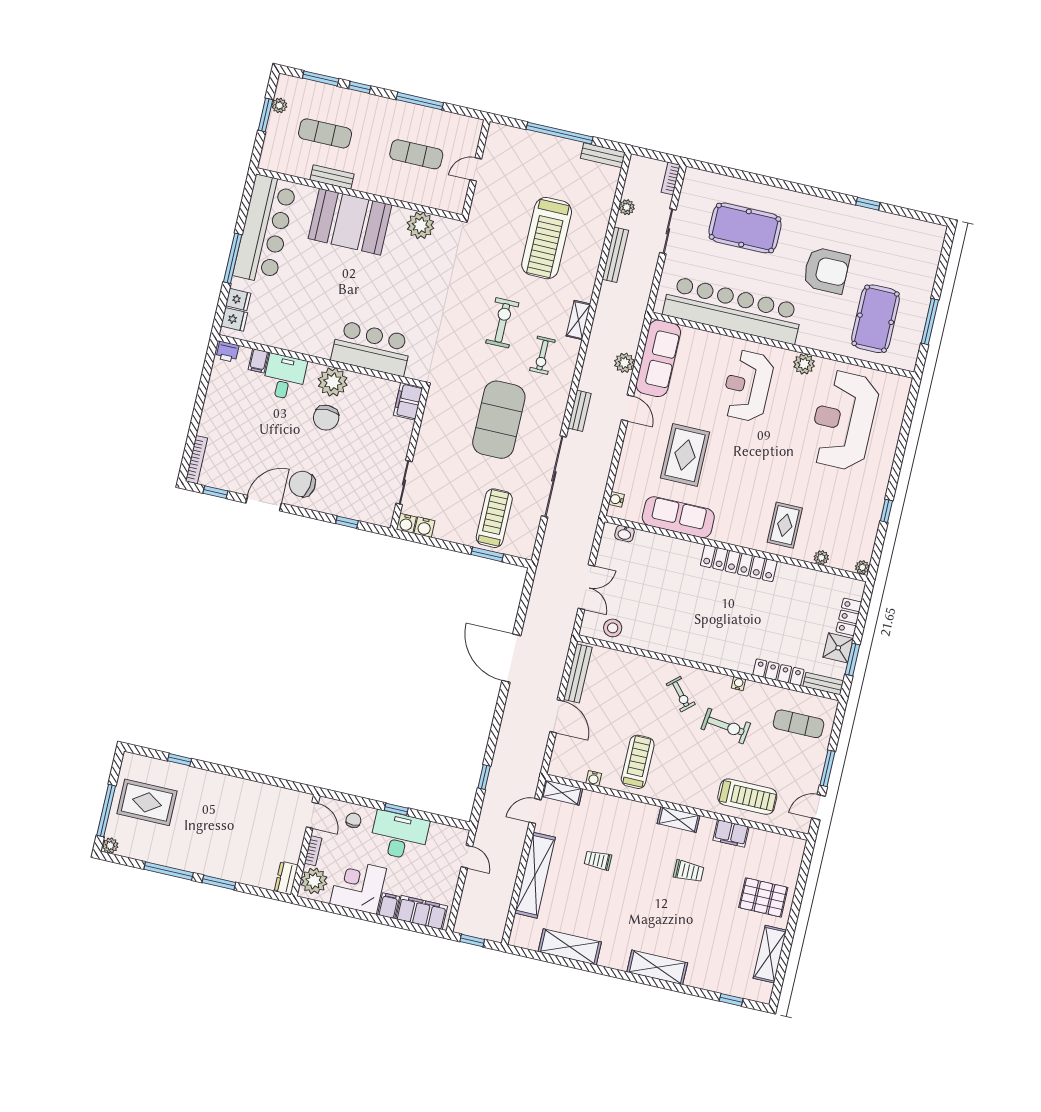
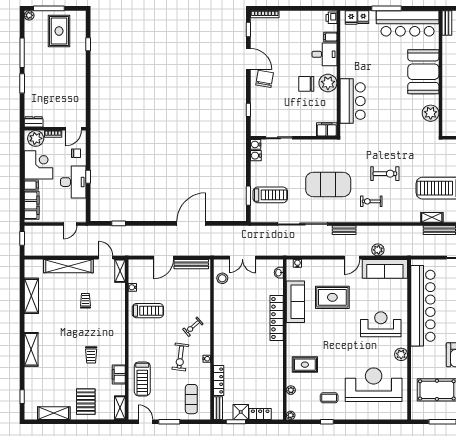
bench: (332, 177) -> (447, 23), moved
shelving: (578, 320) -> (432, 217), moved
coffee table: (848, 498) -> (329, 398), added
locker: (739, 563) -> (277, 318), moved
shelving: (679, 819) -> (120, 408), moved

